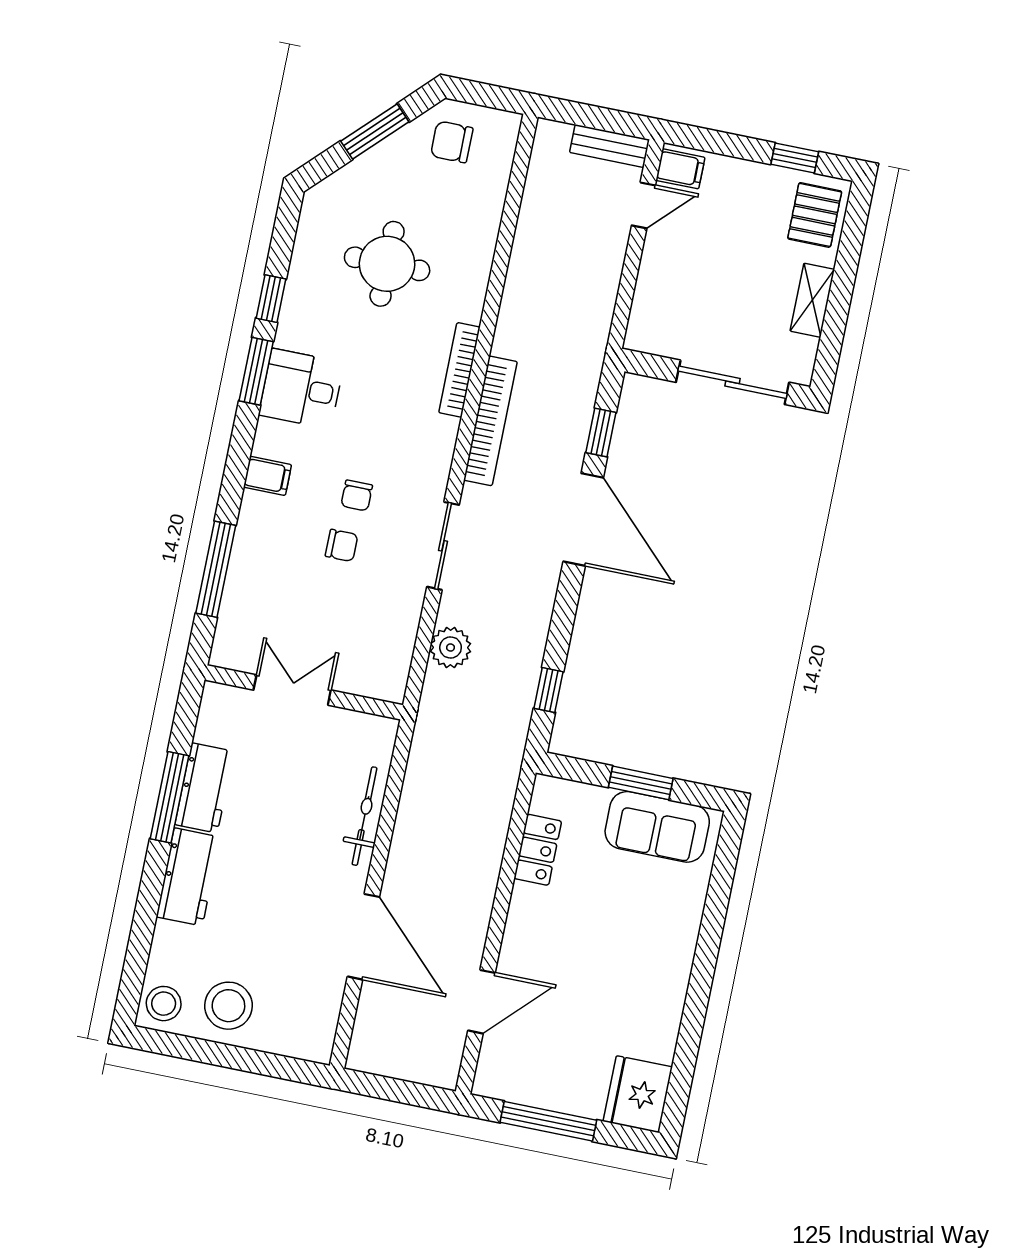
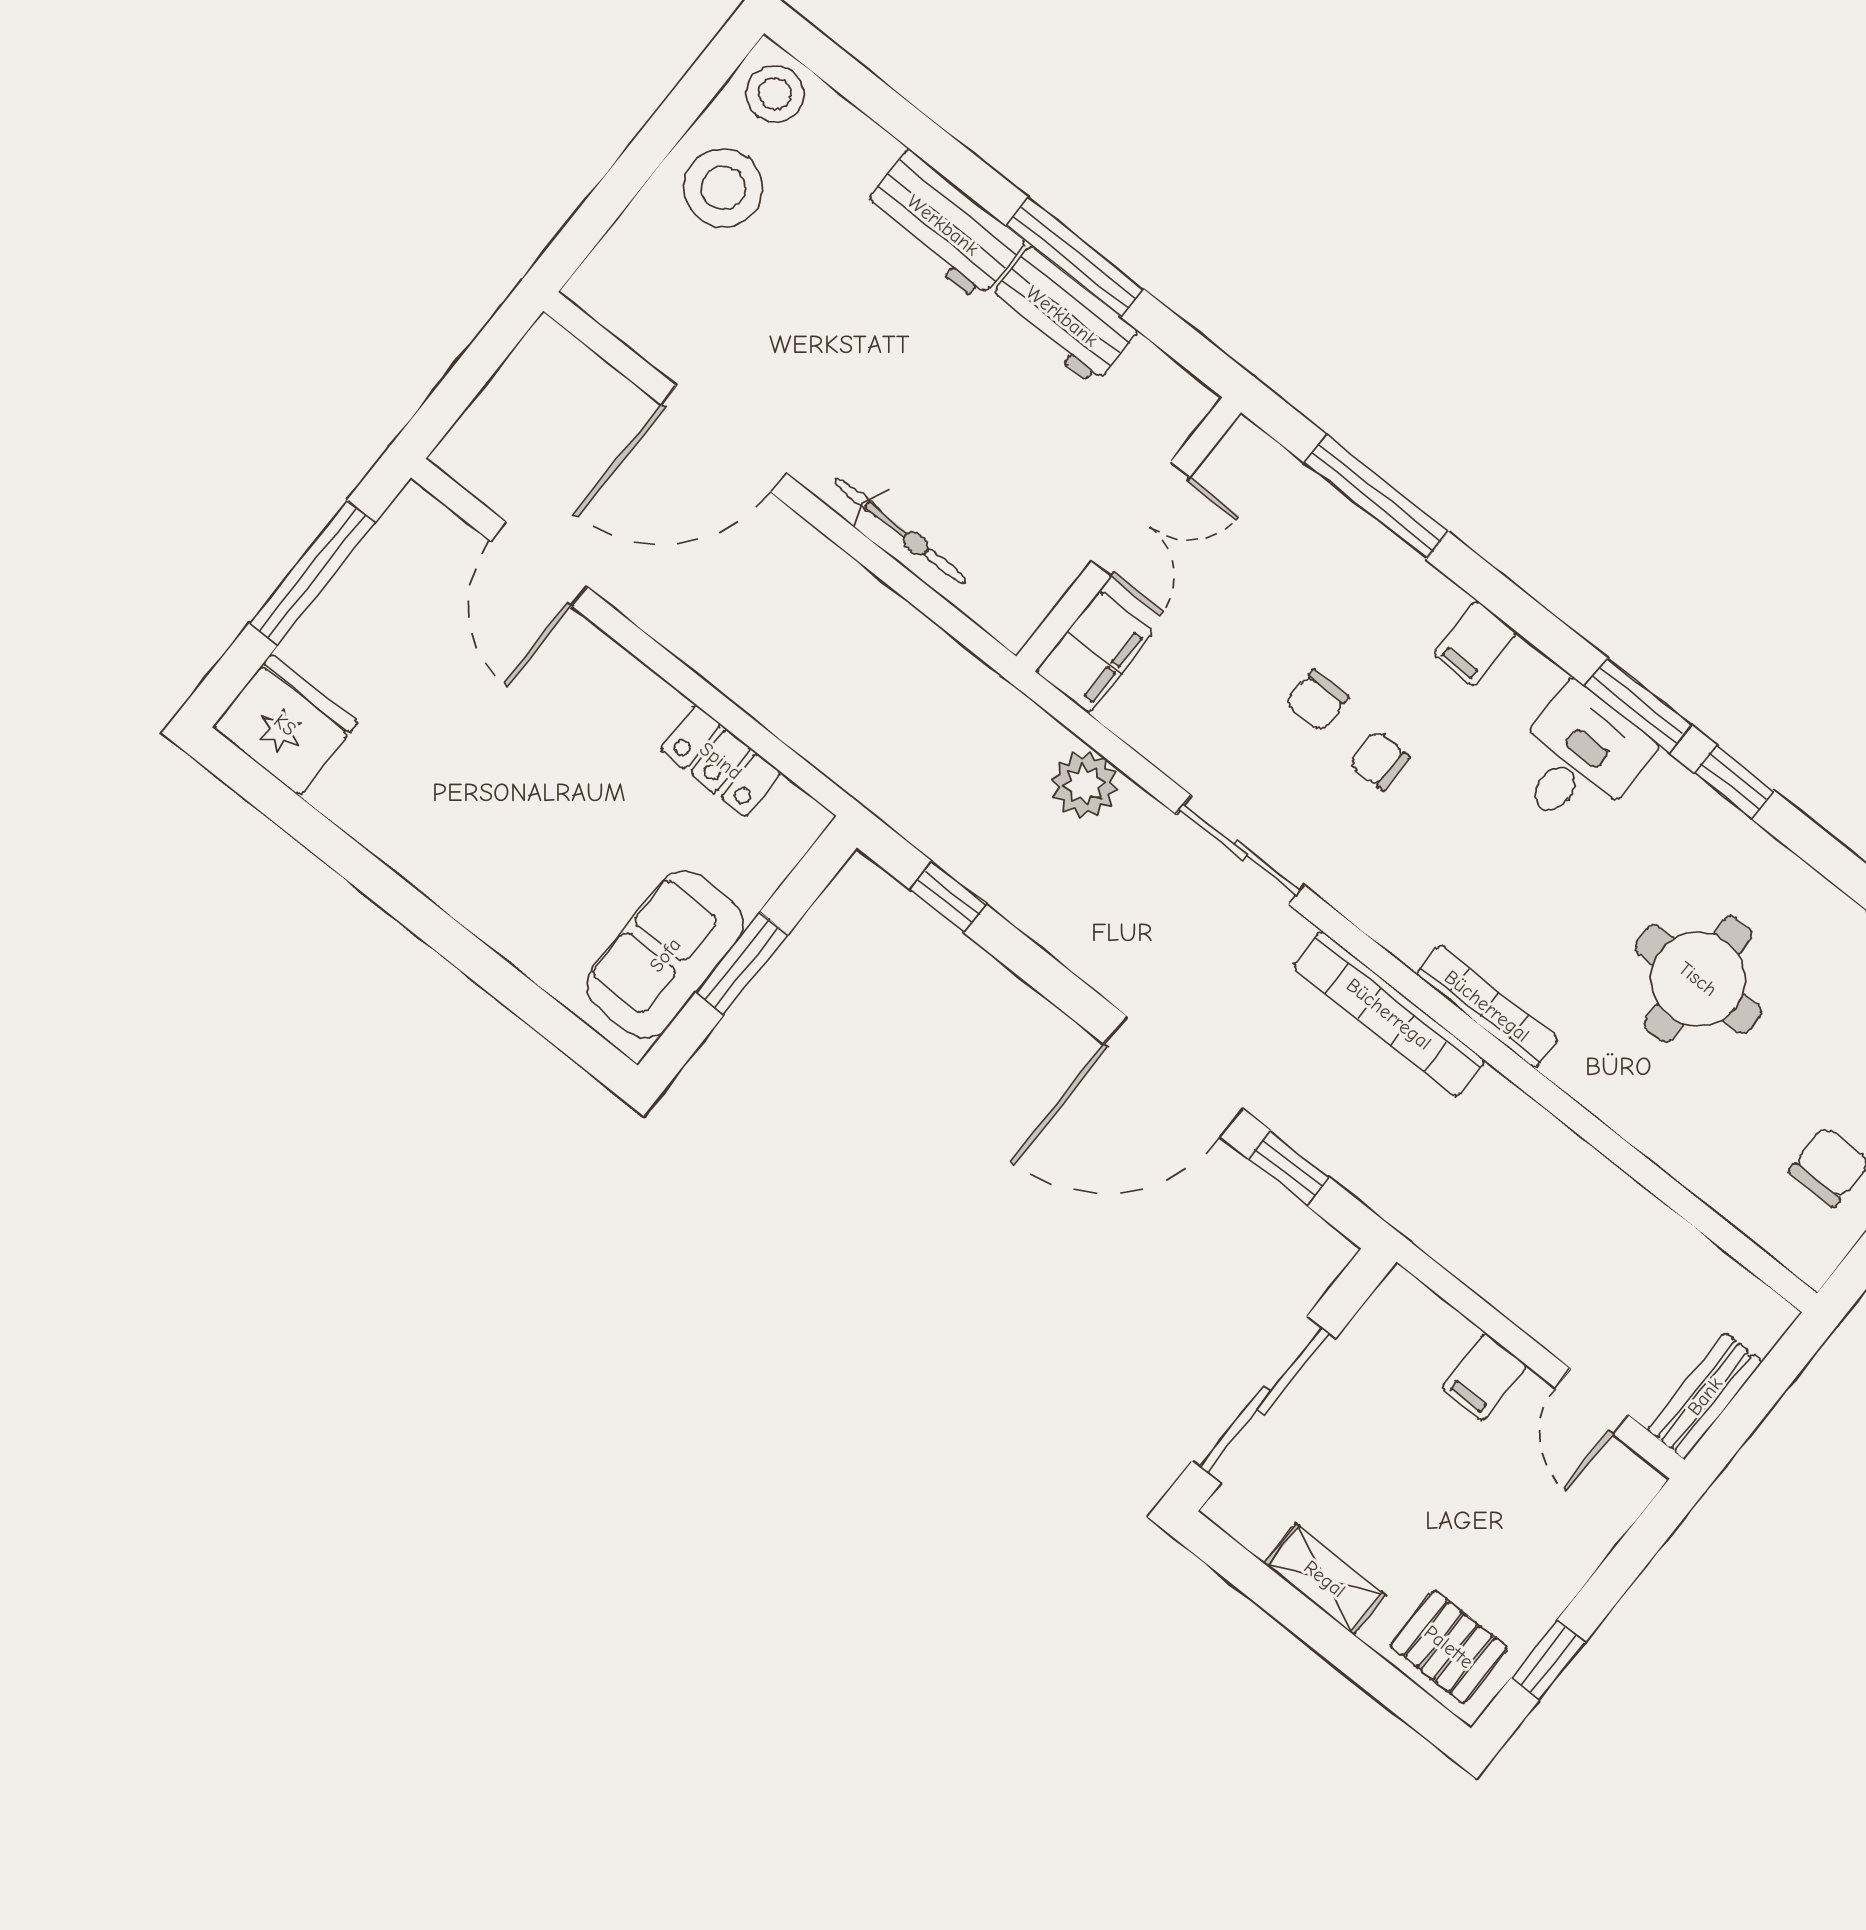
filing cabinet: (680, 169) -> (1484, 1377), moved
filing cabinet: (377, 678) -> (1094, 652), added

